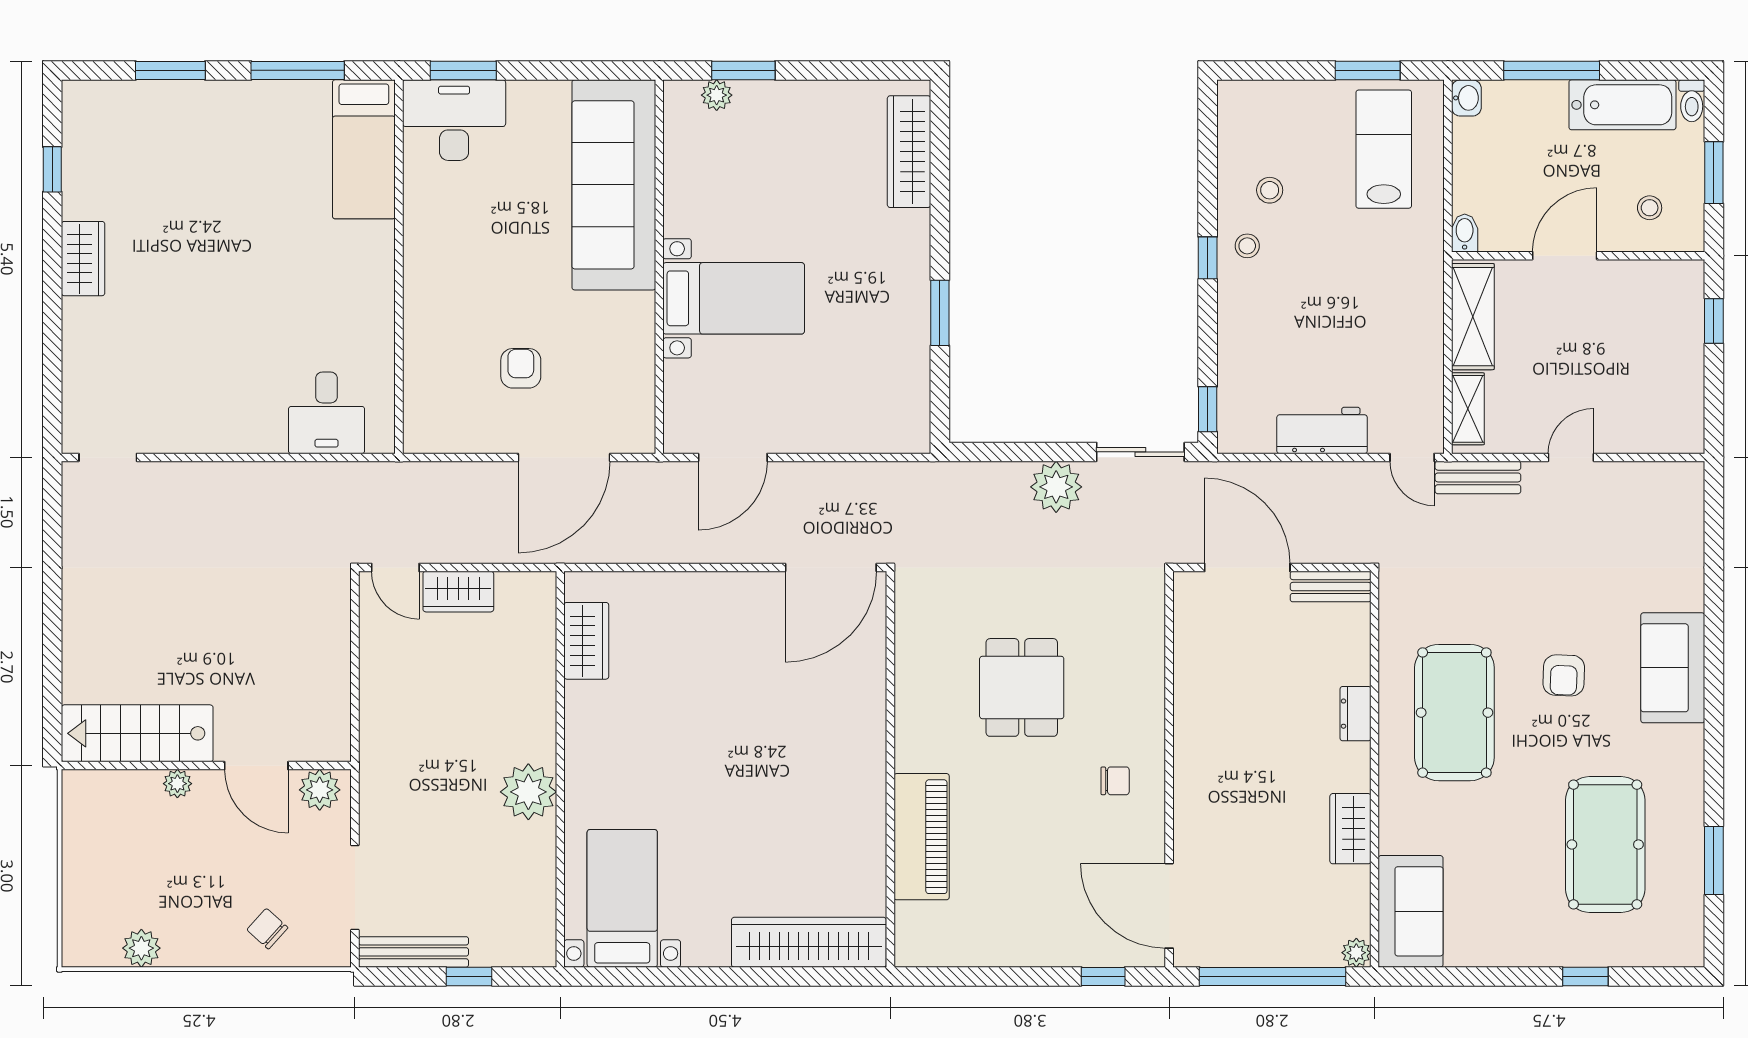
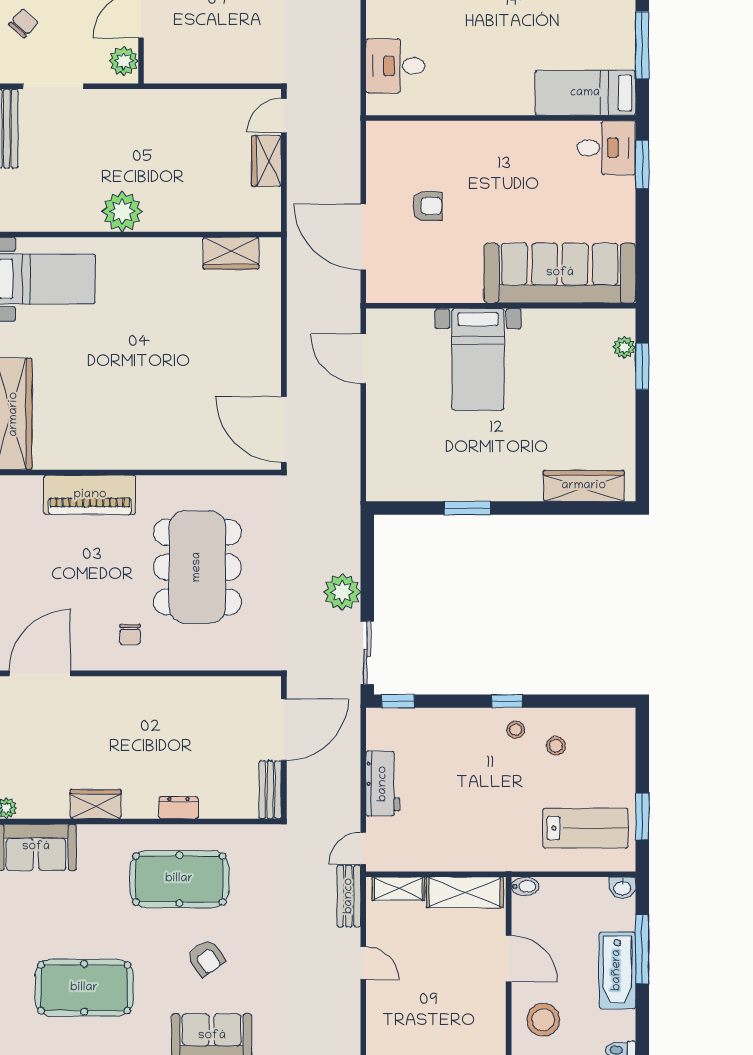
bathtub: (1622, 105) -> (617, 970), moved
desk: (454, 120) -> (606, 148), width x0.73
stool: (1650, 208) -> (543, 1020), width x1.89, depth x1.89
armchair: (1564, 675) -> (206, 958), turned -127
dining table: (1022, 687) -> (197, 567), width x1.88, depth x1.24

